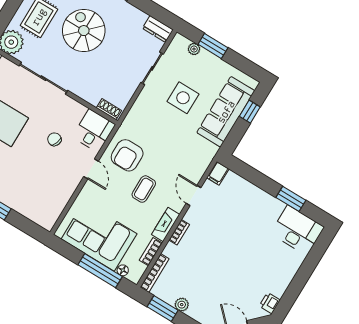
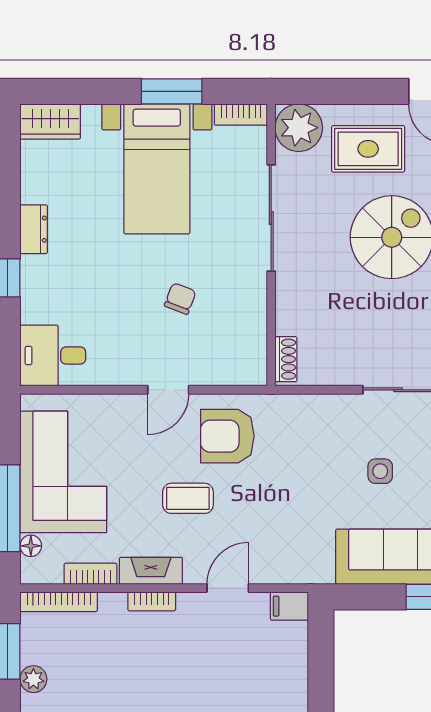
side table: (183, 98) -> (380, 471), width x0.54, depth x0.54
desk: (94, 131) -> (53, 356), moved, turned 180

